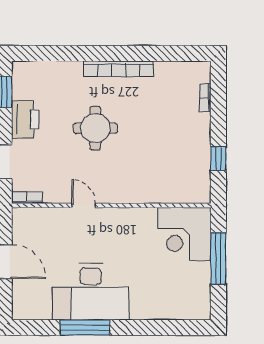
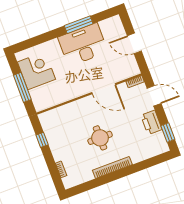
round table: (95, 128) -> (100, 138), moved
door: (84, 205) -> (104, 89), width x1.88
corner desk: (184, 234) -> (36, 71), moved

